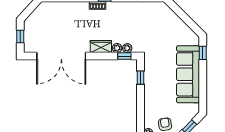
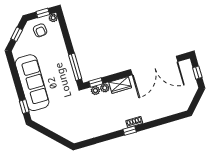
double door: (61, 56) -> (154, 65), swing flipped
window: (140, 78) -> (75, 67), width x2.17

